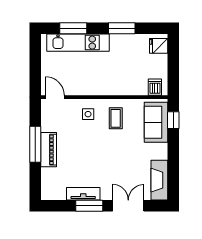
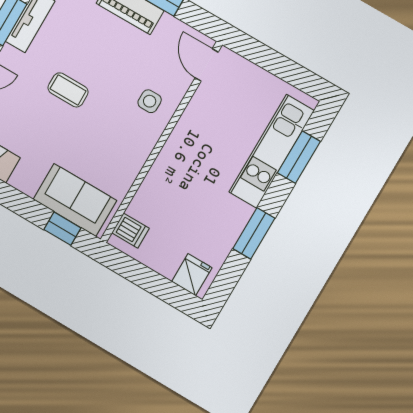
door: (55, 97) -> (207, 65), swing flipped
coffee table: (116, 118) -> (68, 90), moved

